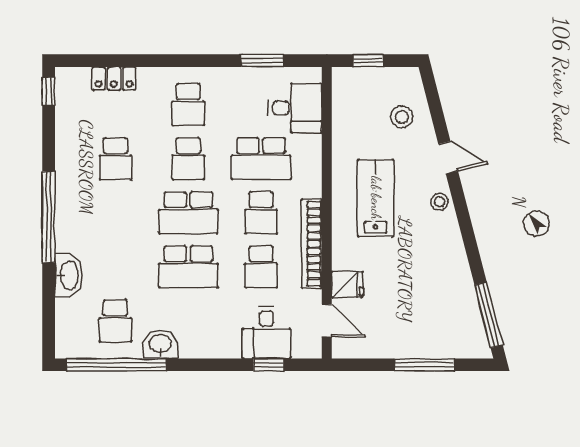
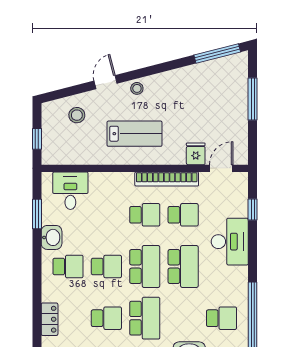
school desk: (261, 159) -> (145, 318), moved
lab bench: (376, 198) -> (135, 134), turned 180
desk: (266, 333) -> (230, 242), moved, width x1.37
washbasin: (160, 344) -> (52, 237), moved, turned 180

